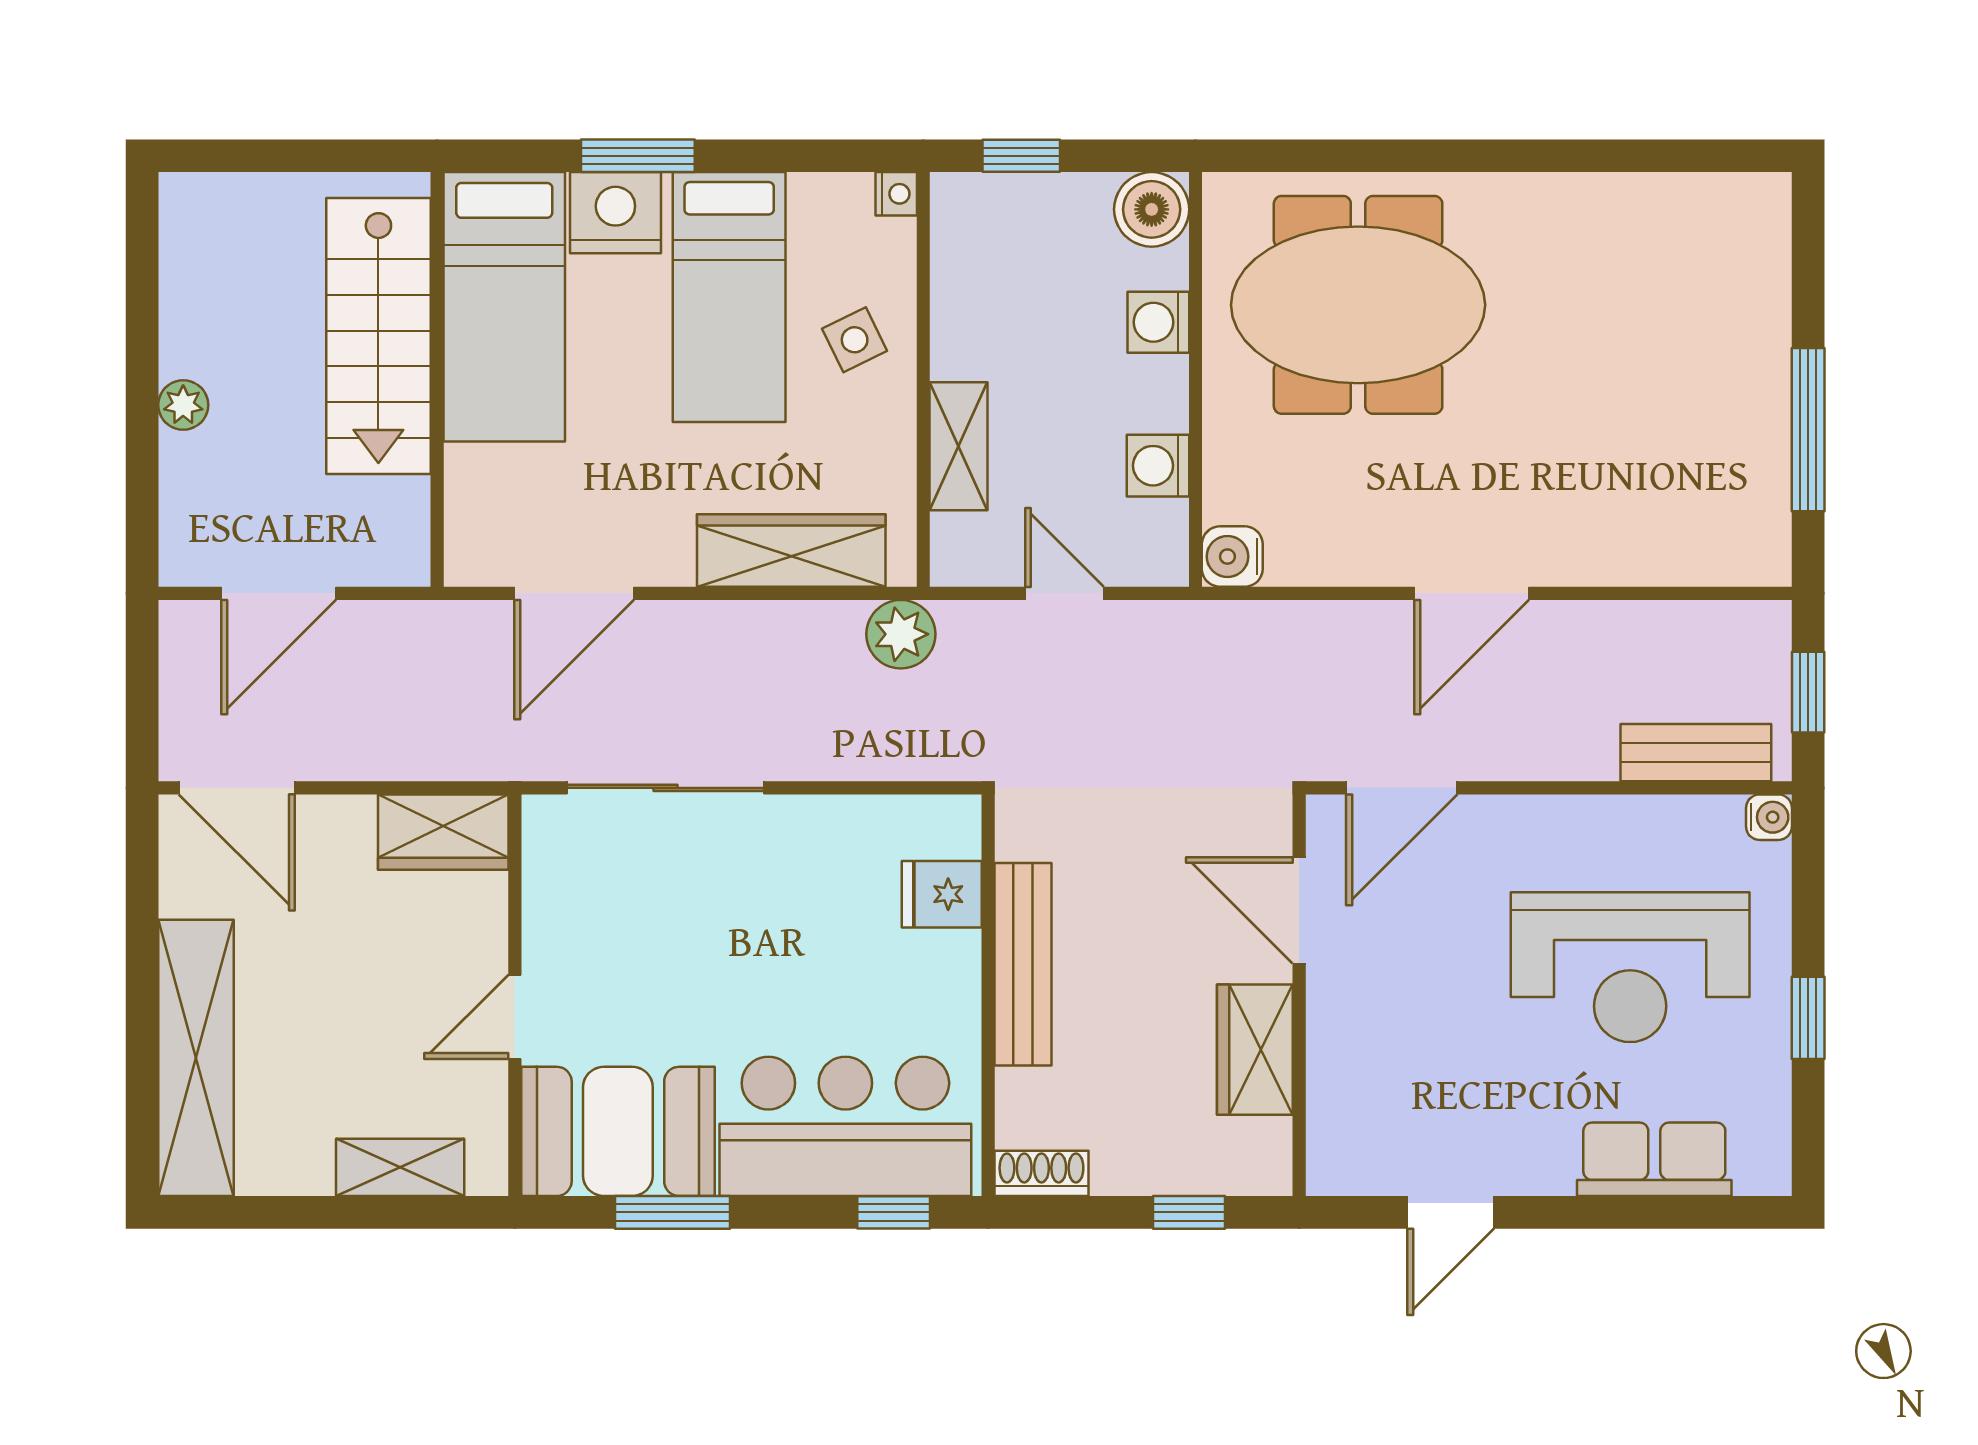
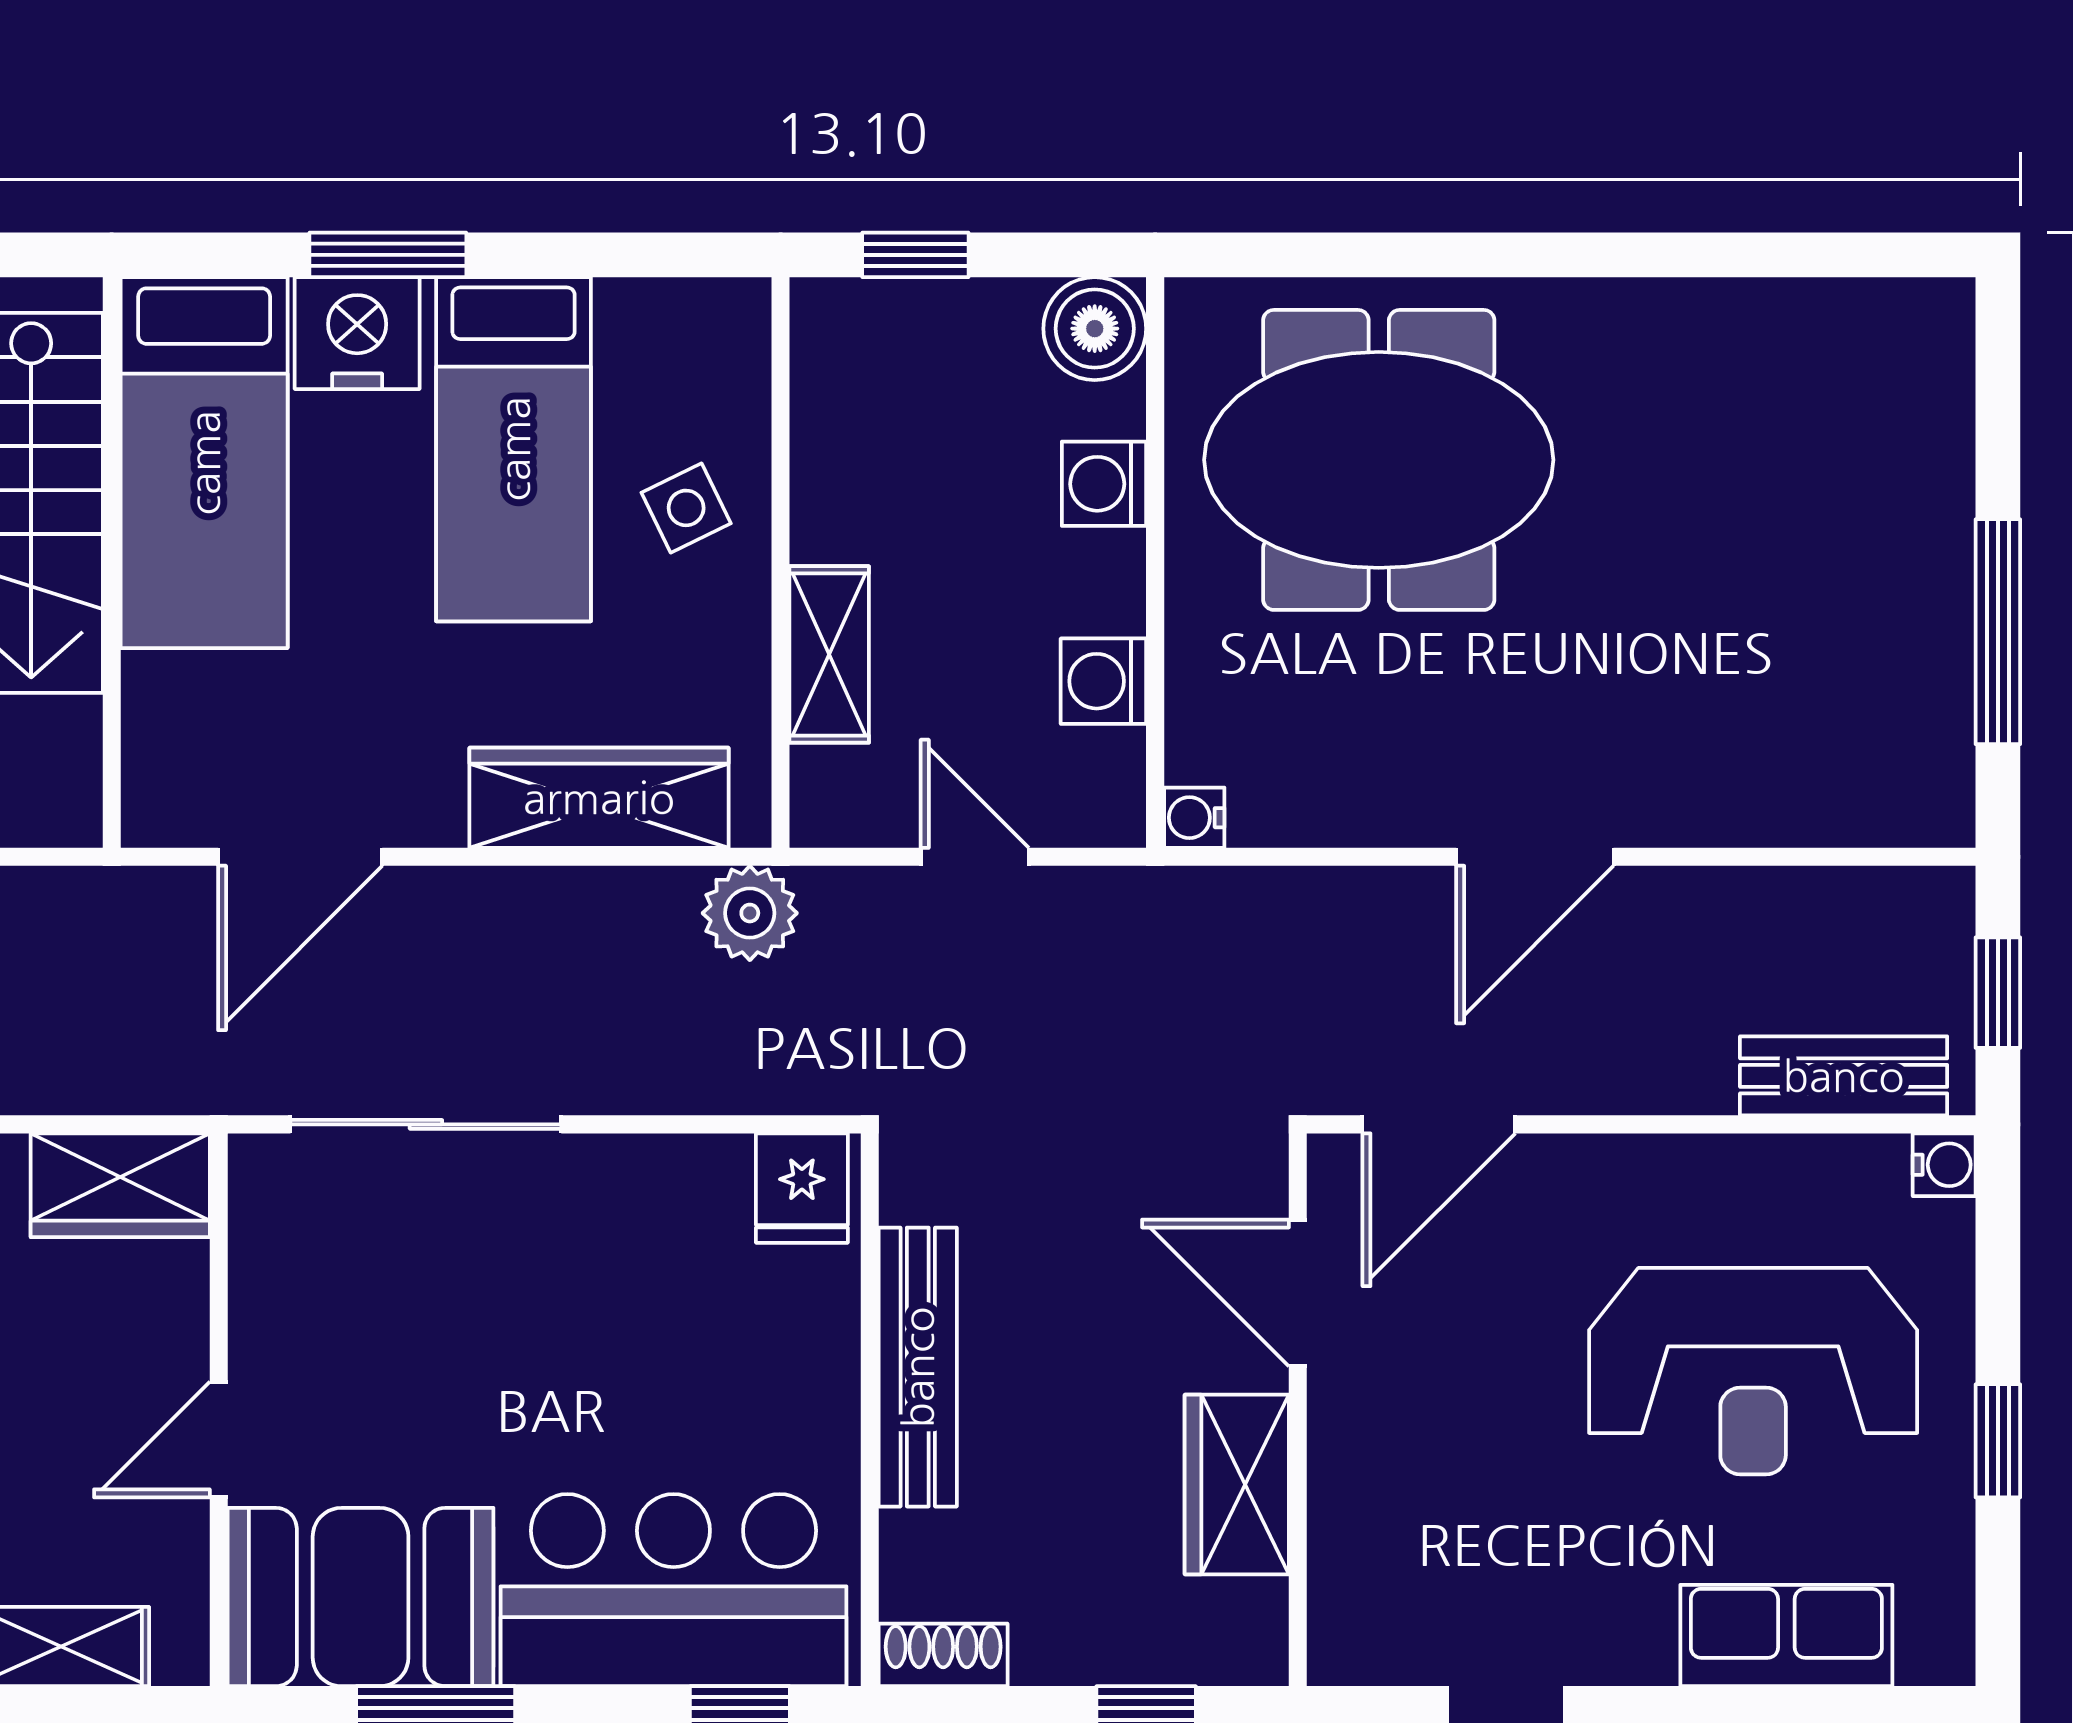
nightstand: (896, 194) -> (743, 307), removed
water cooler: (1232, 557) -> (1194, 818), width x0.72, depth x0.72
fridge: (942, 894) -> (802, 1188), moved, turned -90

